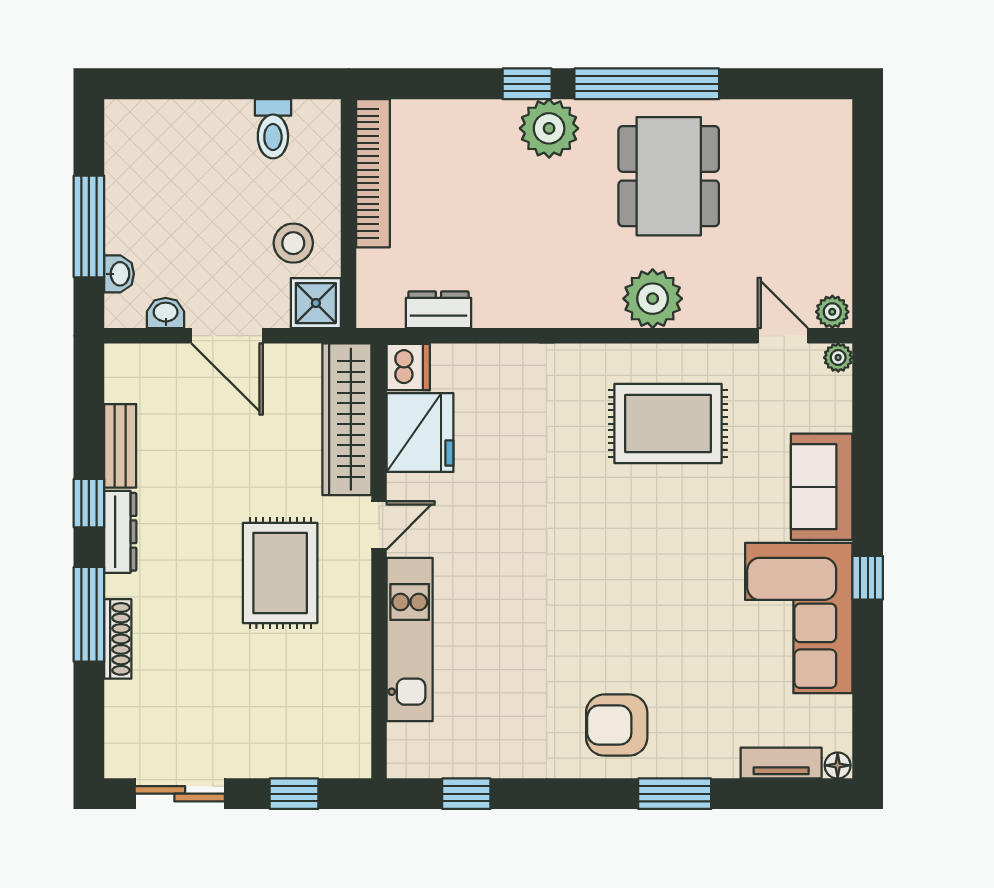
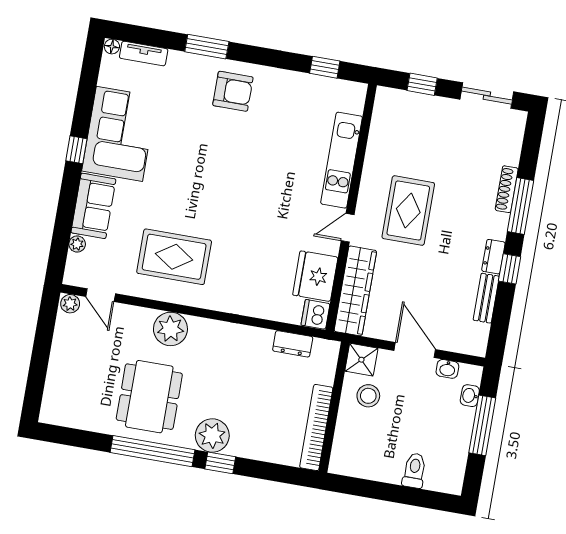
toilet: (273, 129) -> (414, 471), moved
plant: (838, 358) -> (77, 244), moved
dresser: (120, 532) -> (493, 257), width x0.70

